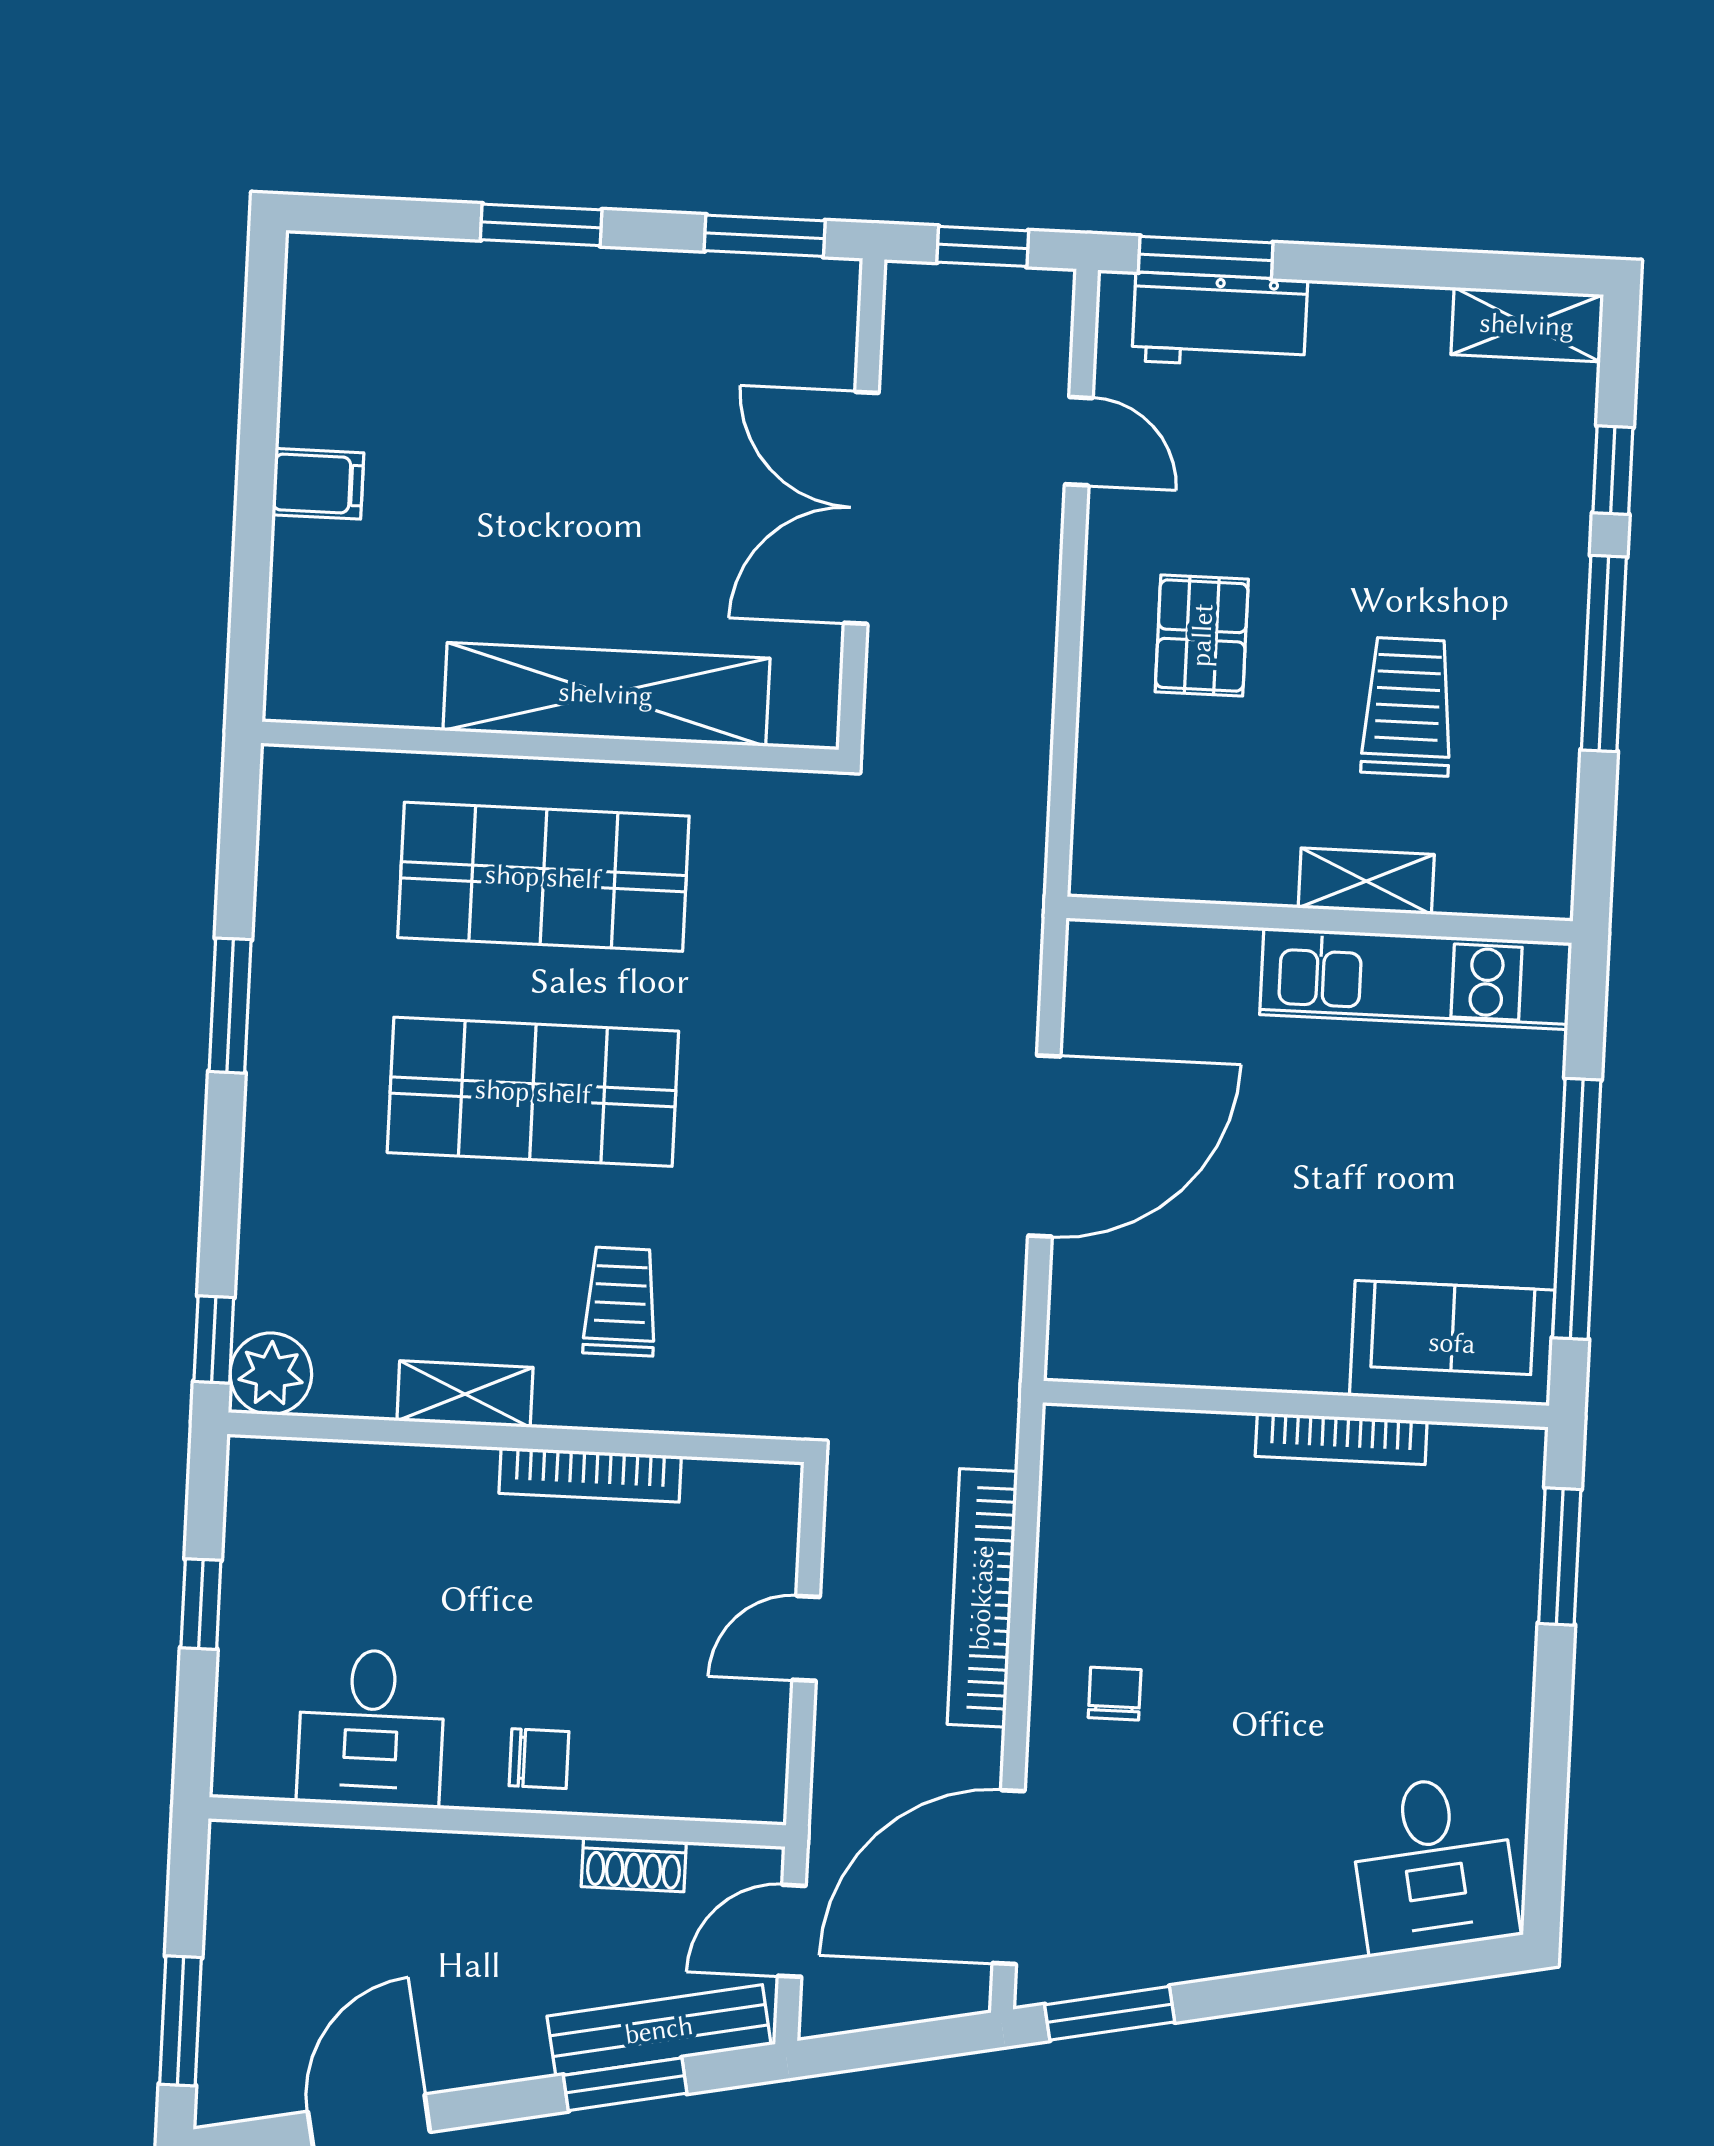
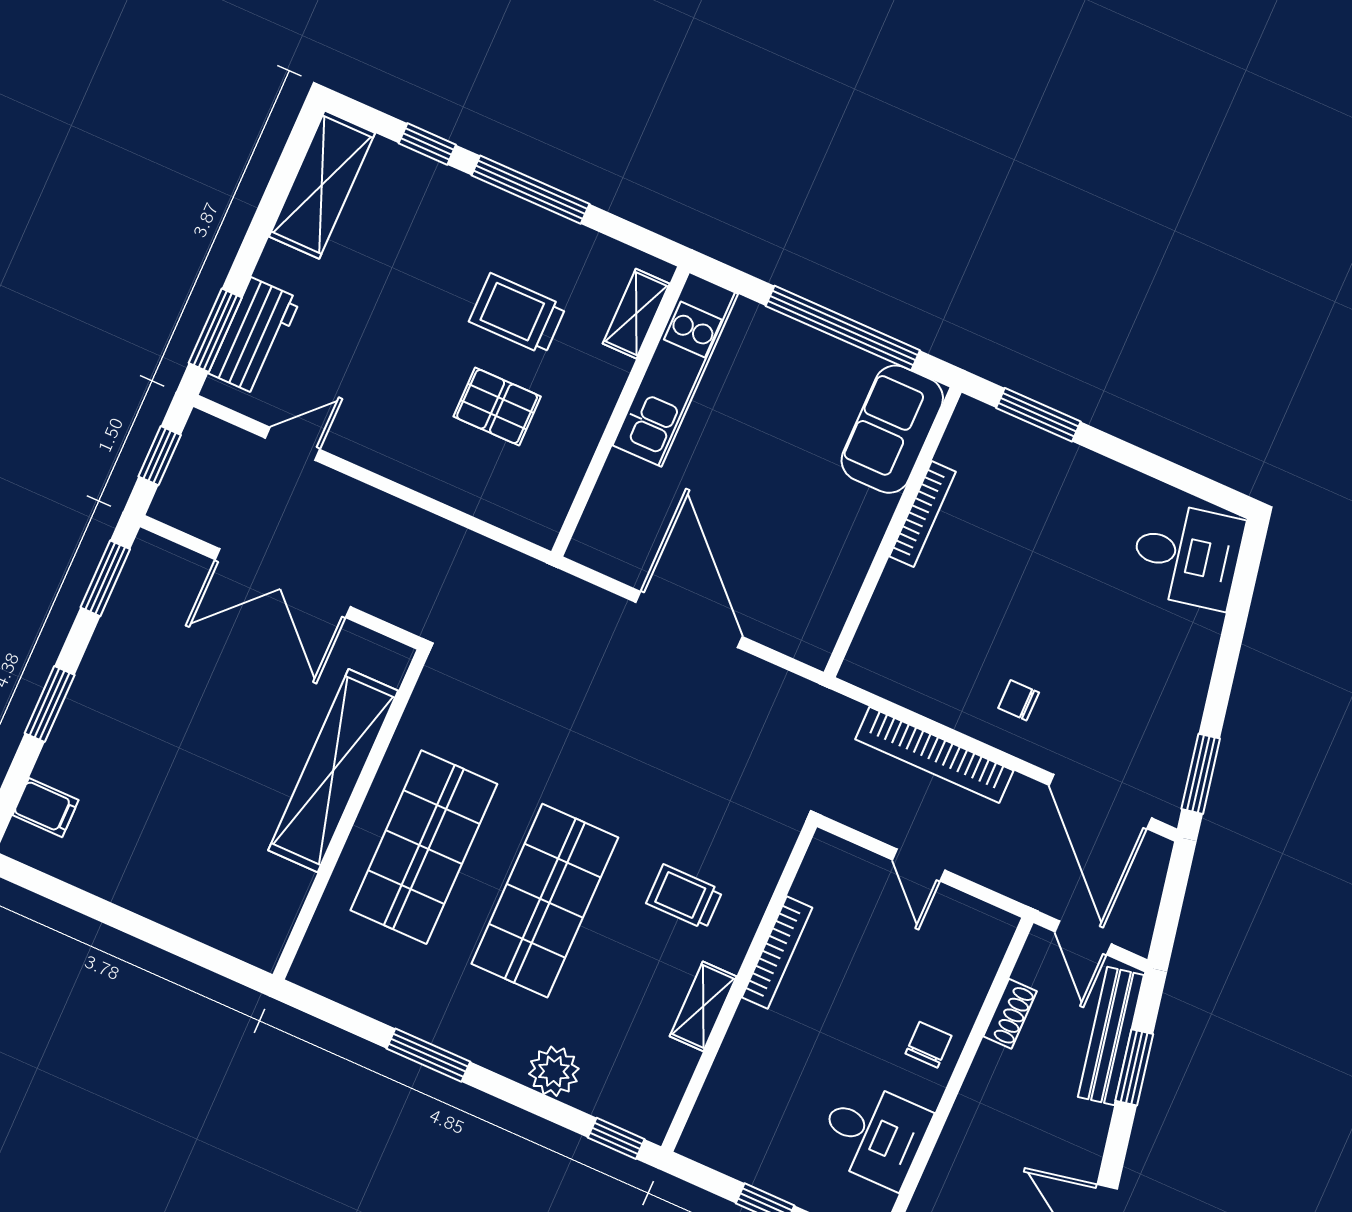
shelving: (1527, 325) -> (322, 185), width x1.50, depth x1.33
filing cabinet: (318, 484) -> (45, 808), moved, turned 90
pallet: (1202, 635) -> (497, 406), moved
shelving: (1366, 881) -> (636, 314), moved
plant: (271, 1374) -> (554, 1071), moved

